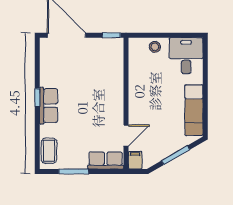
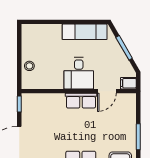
desk: (186, 56) -> (79, 73), moved, turned -90
door: (126, 135) -> (107, 91), swing flipped
row of seats: (106, 160) -> (81, 101), moved, turned -90

